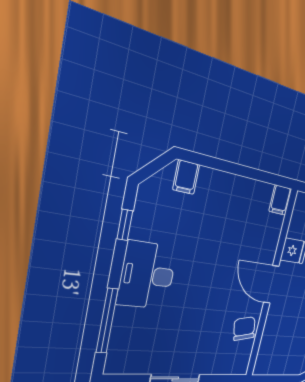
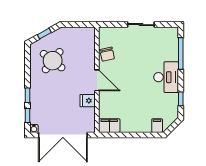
filing cabinet: (280, 200) -> (109, 126), width x2.00

